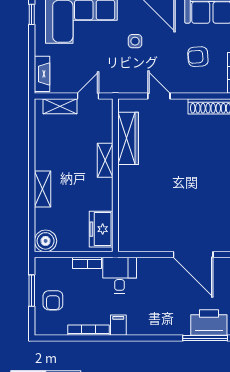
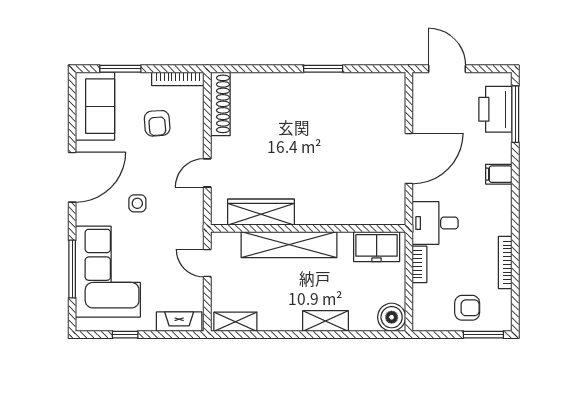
window: (32, 14) -> (125, 335), moved
shelving: (60, 106) -> (235, 322), moved, turned 90
shelving: (105, 160) -> (289, 245), width x2.20, depth x1.33
door: (193, 254) -> (409, 158), moved
window: (32, 291) -> (483, 335), moved
filing cabinet: (118, 325) -> (499, 174), moved

